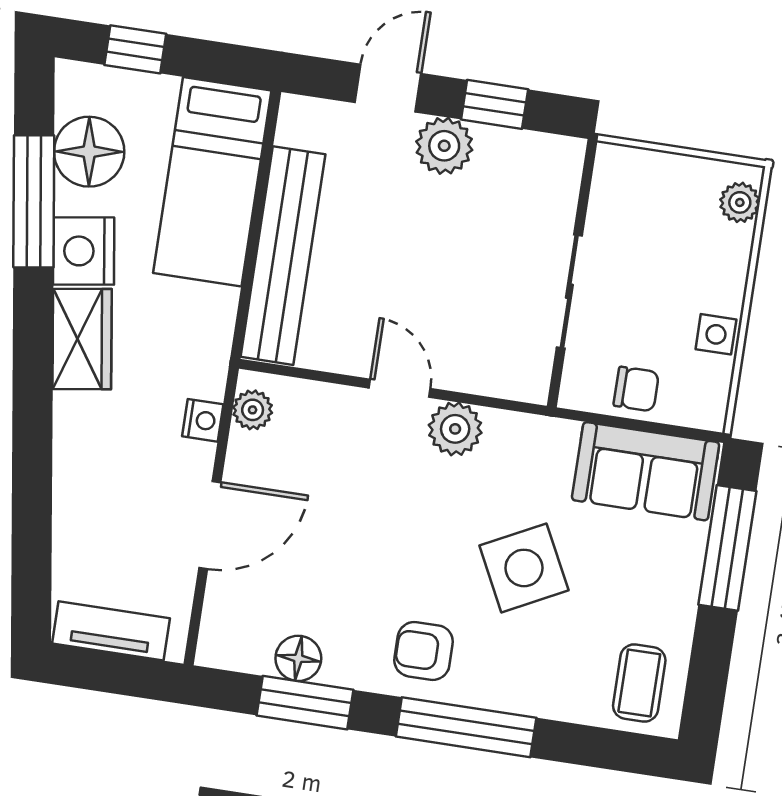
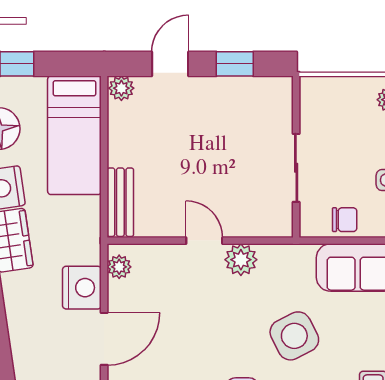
plant: (444, 146) -> (121, 88), moved, width x0.73, depth x0.73
bench: (283, 256) -> (120, 202), width x0.54, depth x0.82
nightstand: (203, 420) -> (82, 288), width x1.89, depth x1.79

